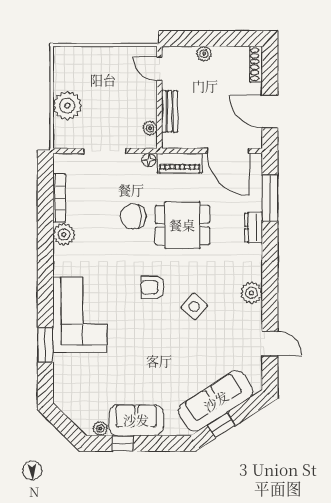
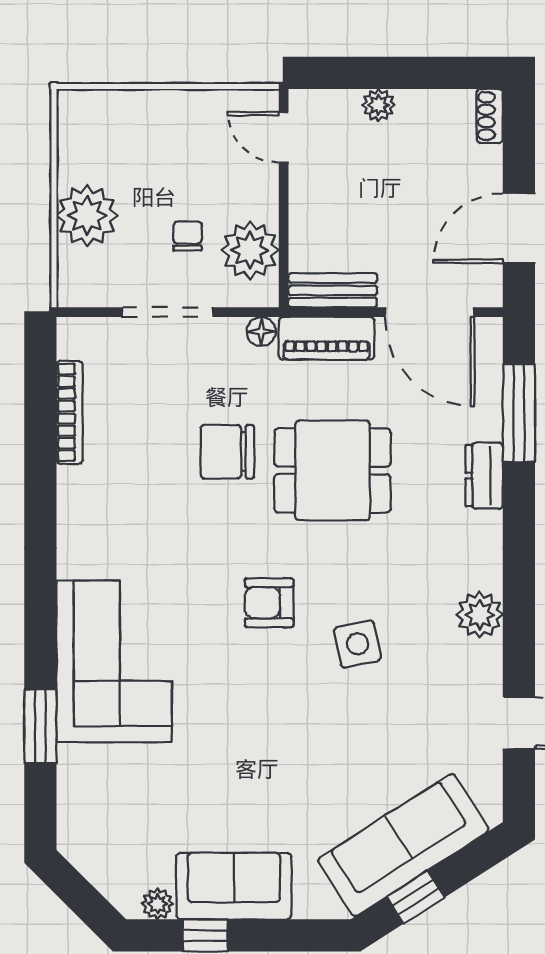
shoe rack: (256, 64) -> (490, 116), width x0.70
bench: (170, 111) -> (333, 290), moved, turned 90
door: (270, 111) -> (519, 228), hinge flipped
chair: (114, 115) -> (188, 236), added
plant: (150, 128) -> (250, 250), width x1.87, depth x1.87
plant: (64, 235) -> (80, 490), removed
side table: (194, 307) -> (358, 644), turned 37

